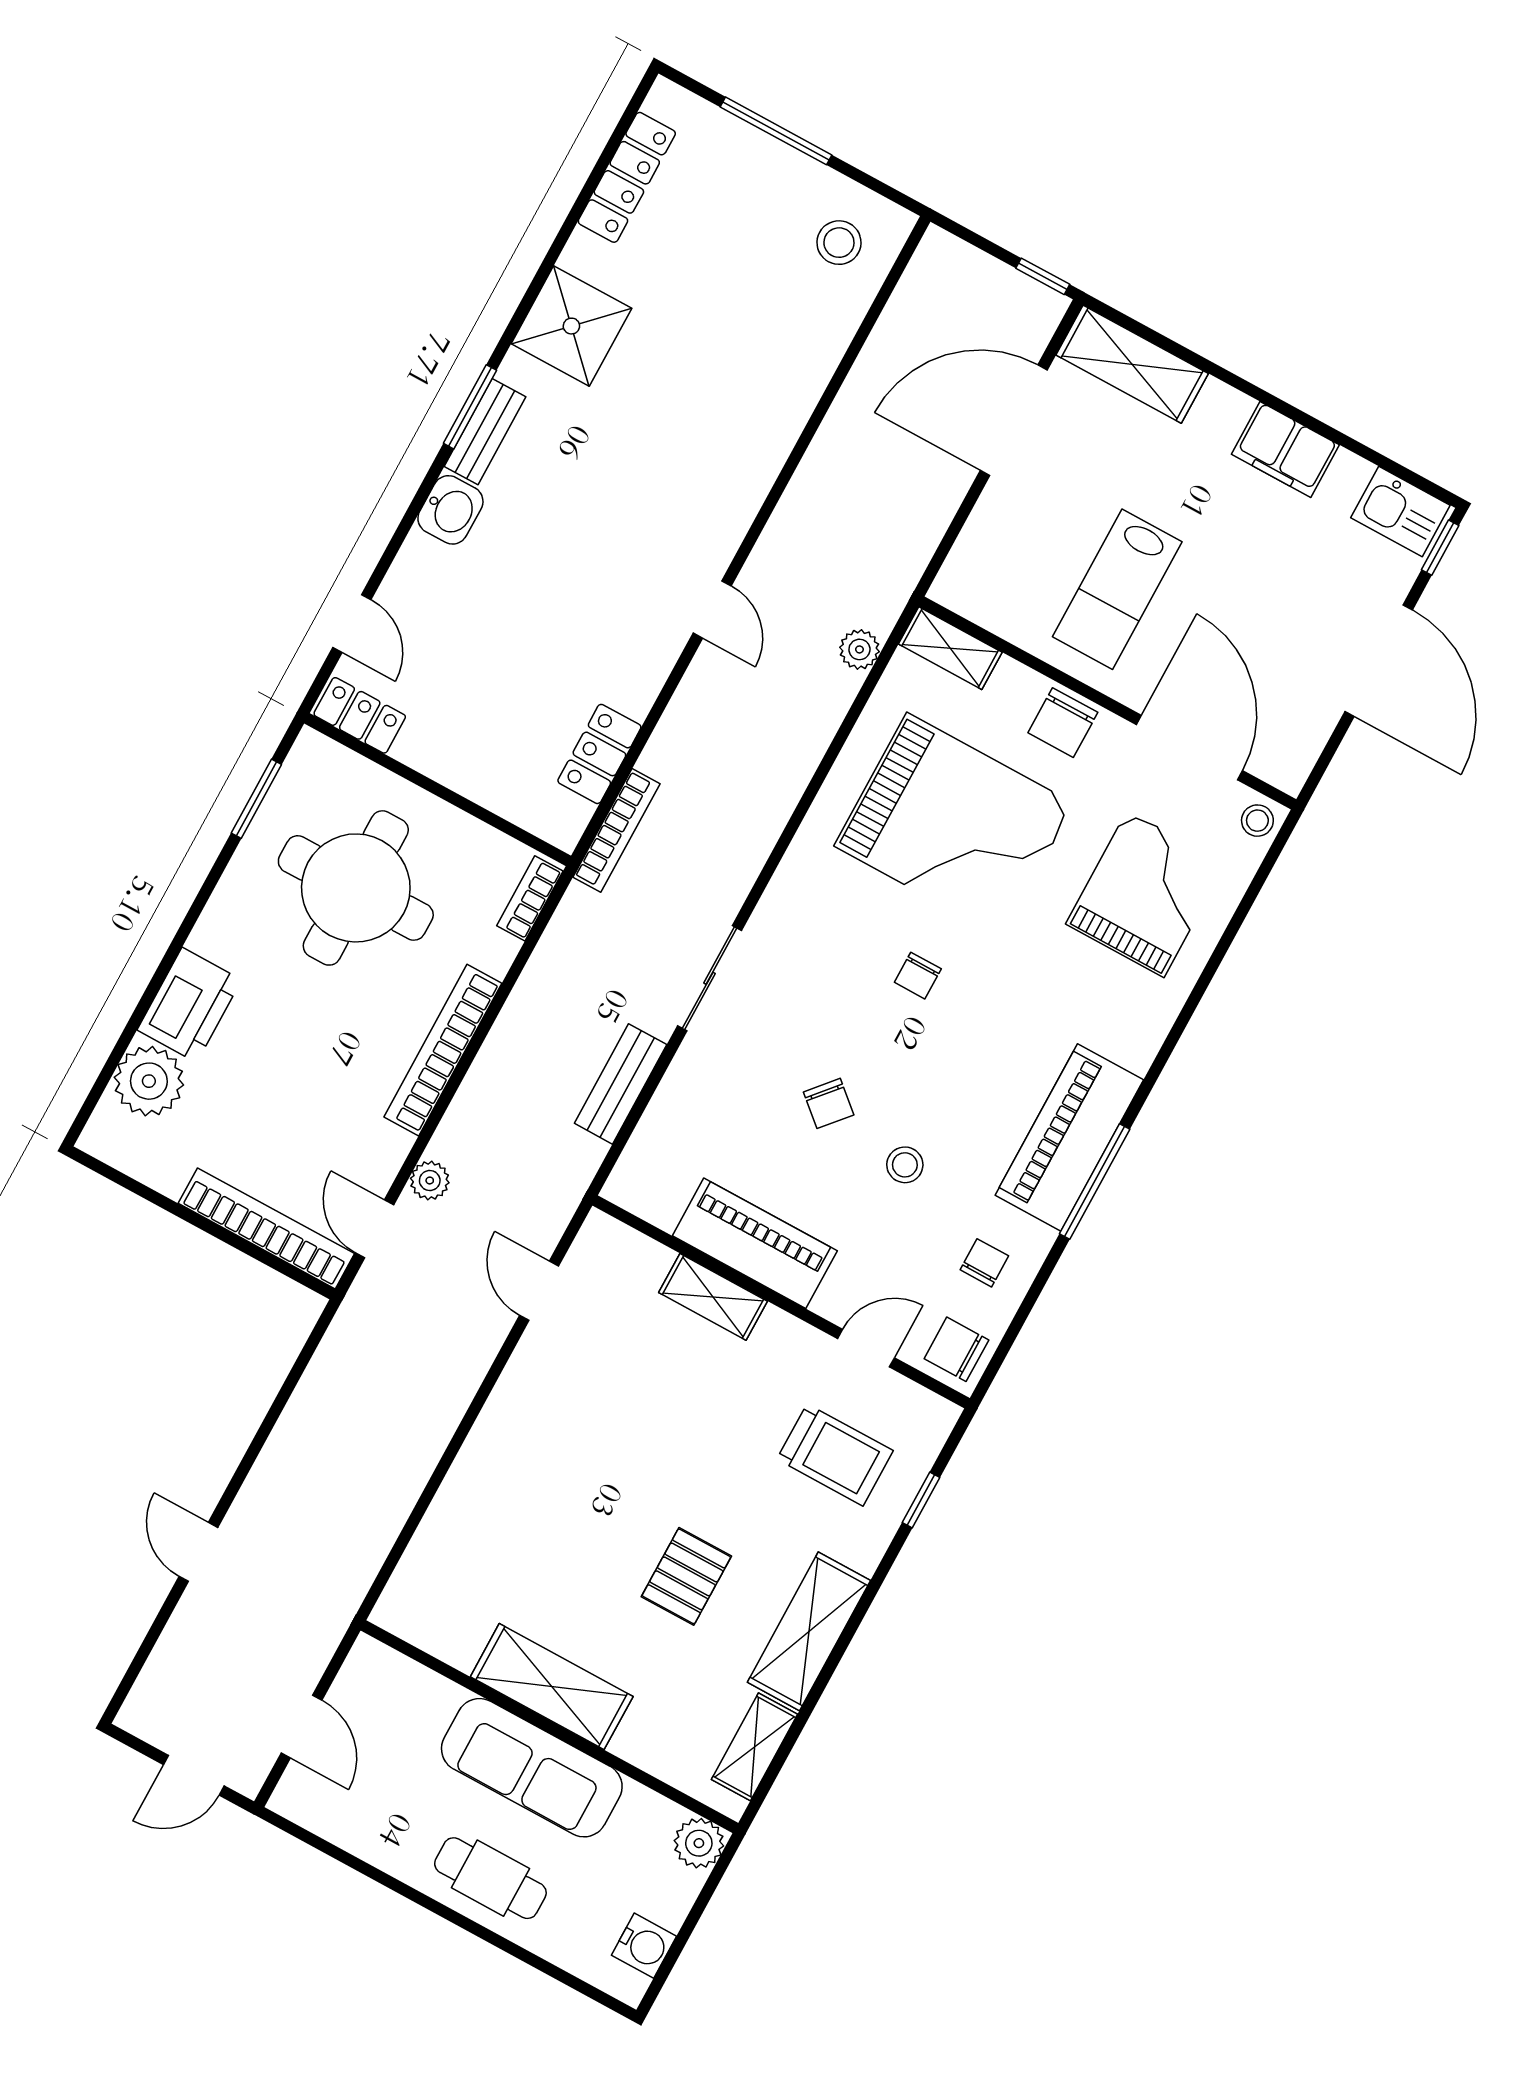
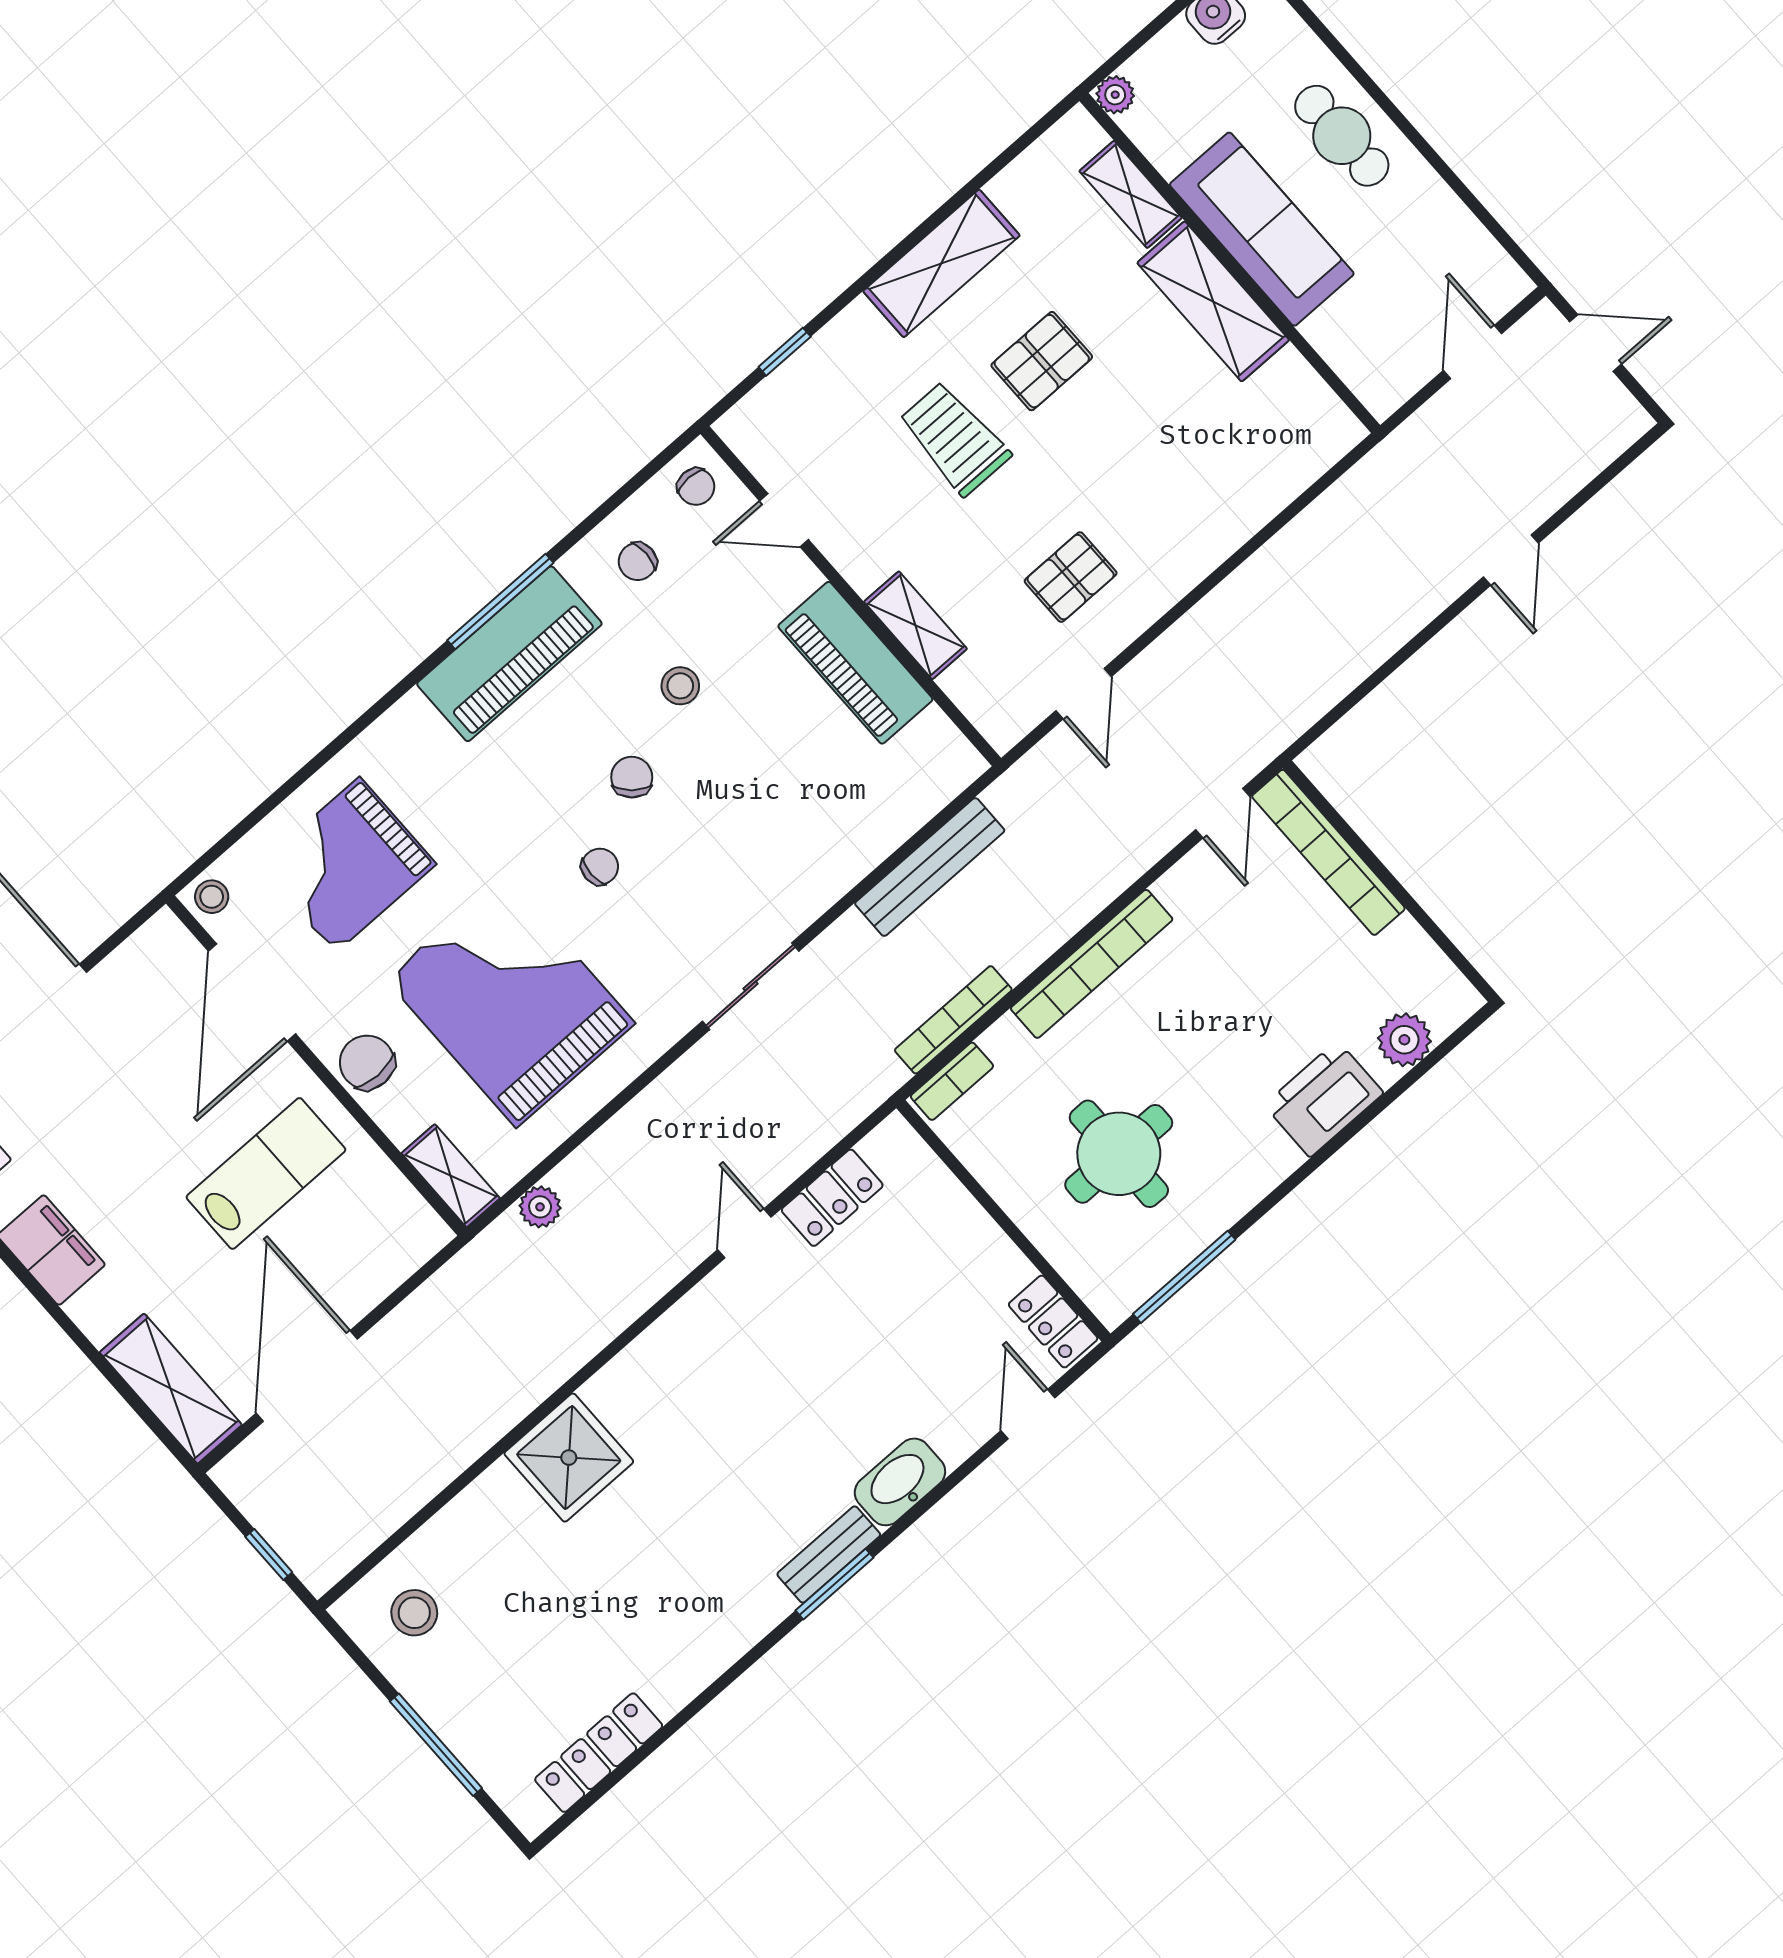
window: (1043, 276) -> (269, 1554), moved
shower: (571, 326) -> (569, 1458), moved
door: (1014, 420) -> (307, 1376), swing flipped
washbasin: (450, 510) -> (900, 1482), width x1.38
door: (712, 609) -> (744, 1233), moved
chair: (1063, 723) -> (367, 1062), turned -90
window: (256, 799) -> (1184, 1277), width x1.44
bookcase: (616, 830) -> (953, 1020), moved
round table: (356, 888) -> (1119, 1154), width x0.73, depth x0.73
sliding door: (710, 978) -> (751, 986), moved
plant: (149, 1081) -> (1404, 1040), width x0.73, depth x0.73
bench: (621, 1084) -> (930, 867), width x1.36
chair: (829, 1103) -> (632, 777), moved
plant: (430, 1181) -> (1151, 841), removed
chair: (956, 1349) -> (696, 487), width x0.73, depth x0.73
pallet: (589, 1391) -> (1071, 577), added
trolley: (835, 1455) -> (955, 438), moved
shelving: (754, 1747) -> (1131, 194), moved, turned 90
plant: (699, 1843) -> (1115, 95), width x0.73, depth x0.73

